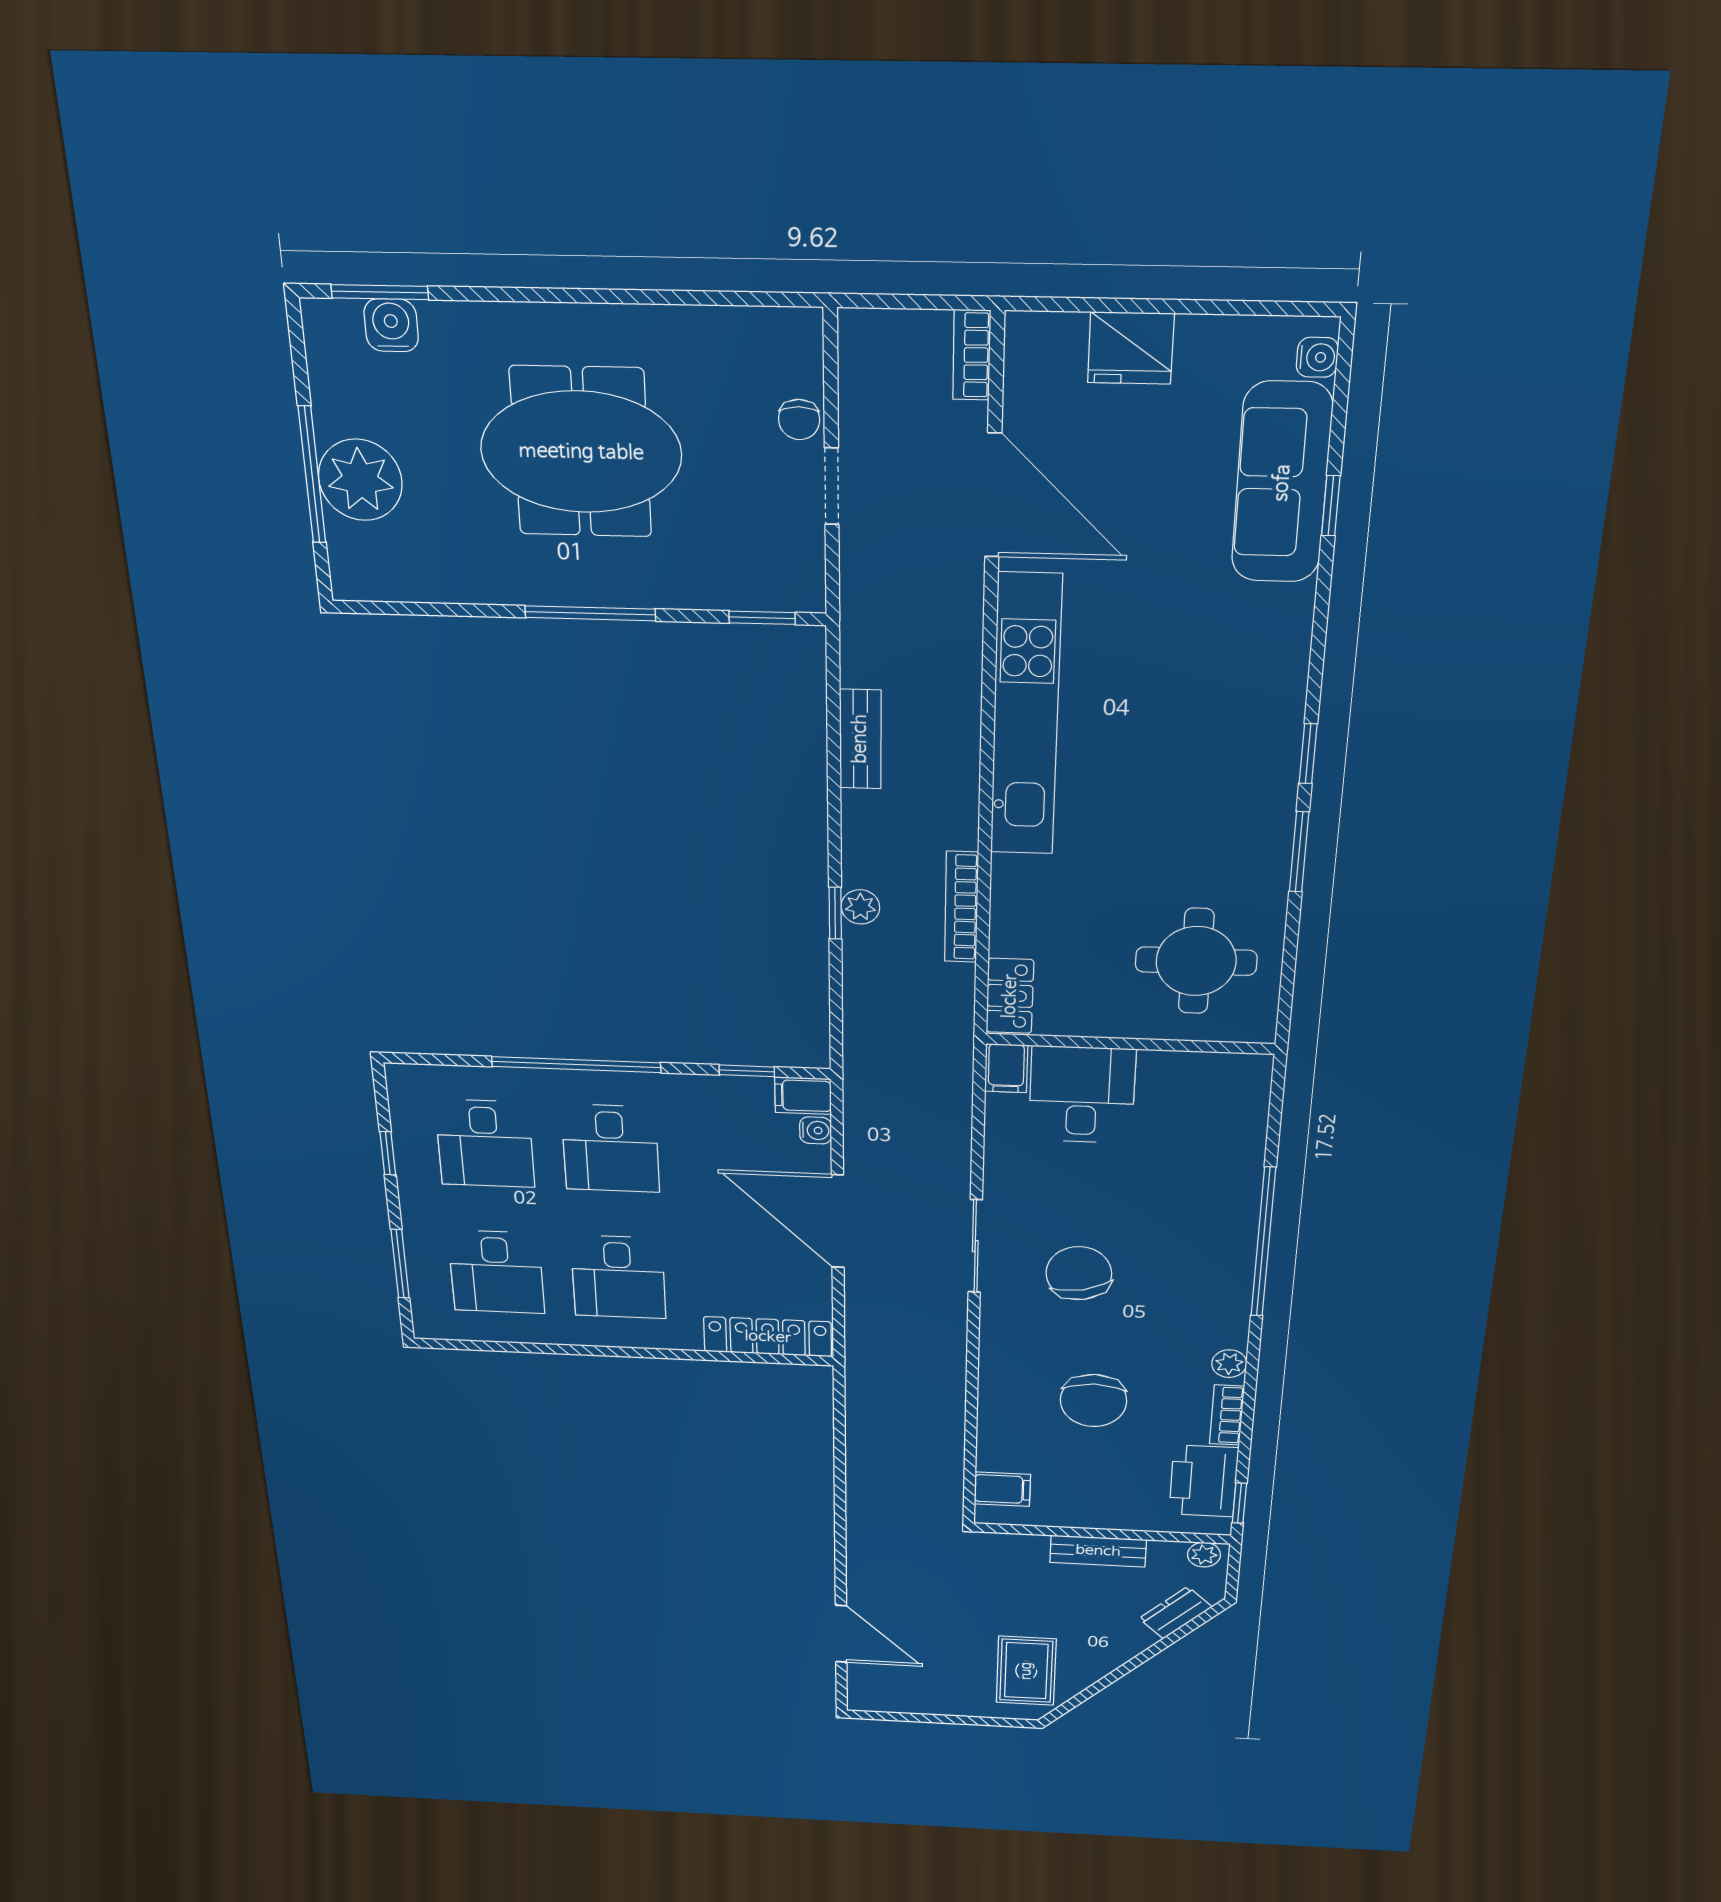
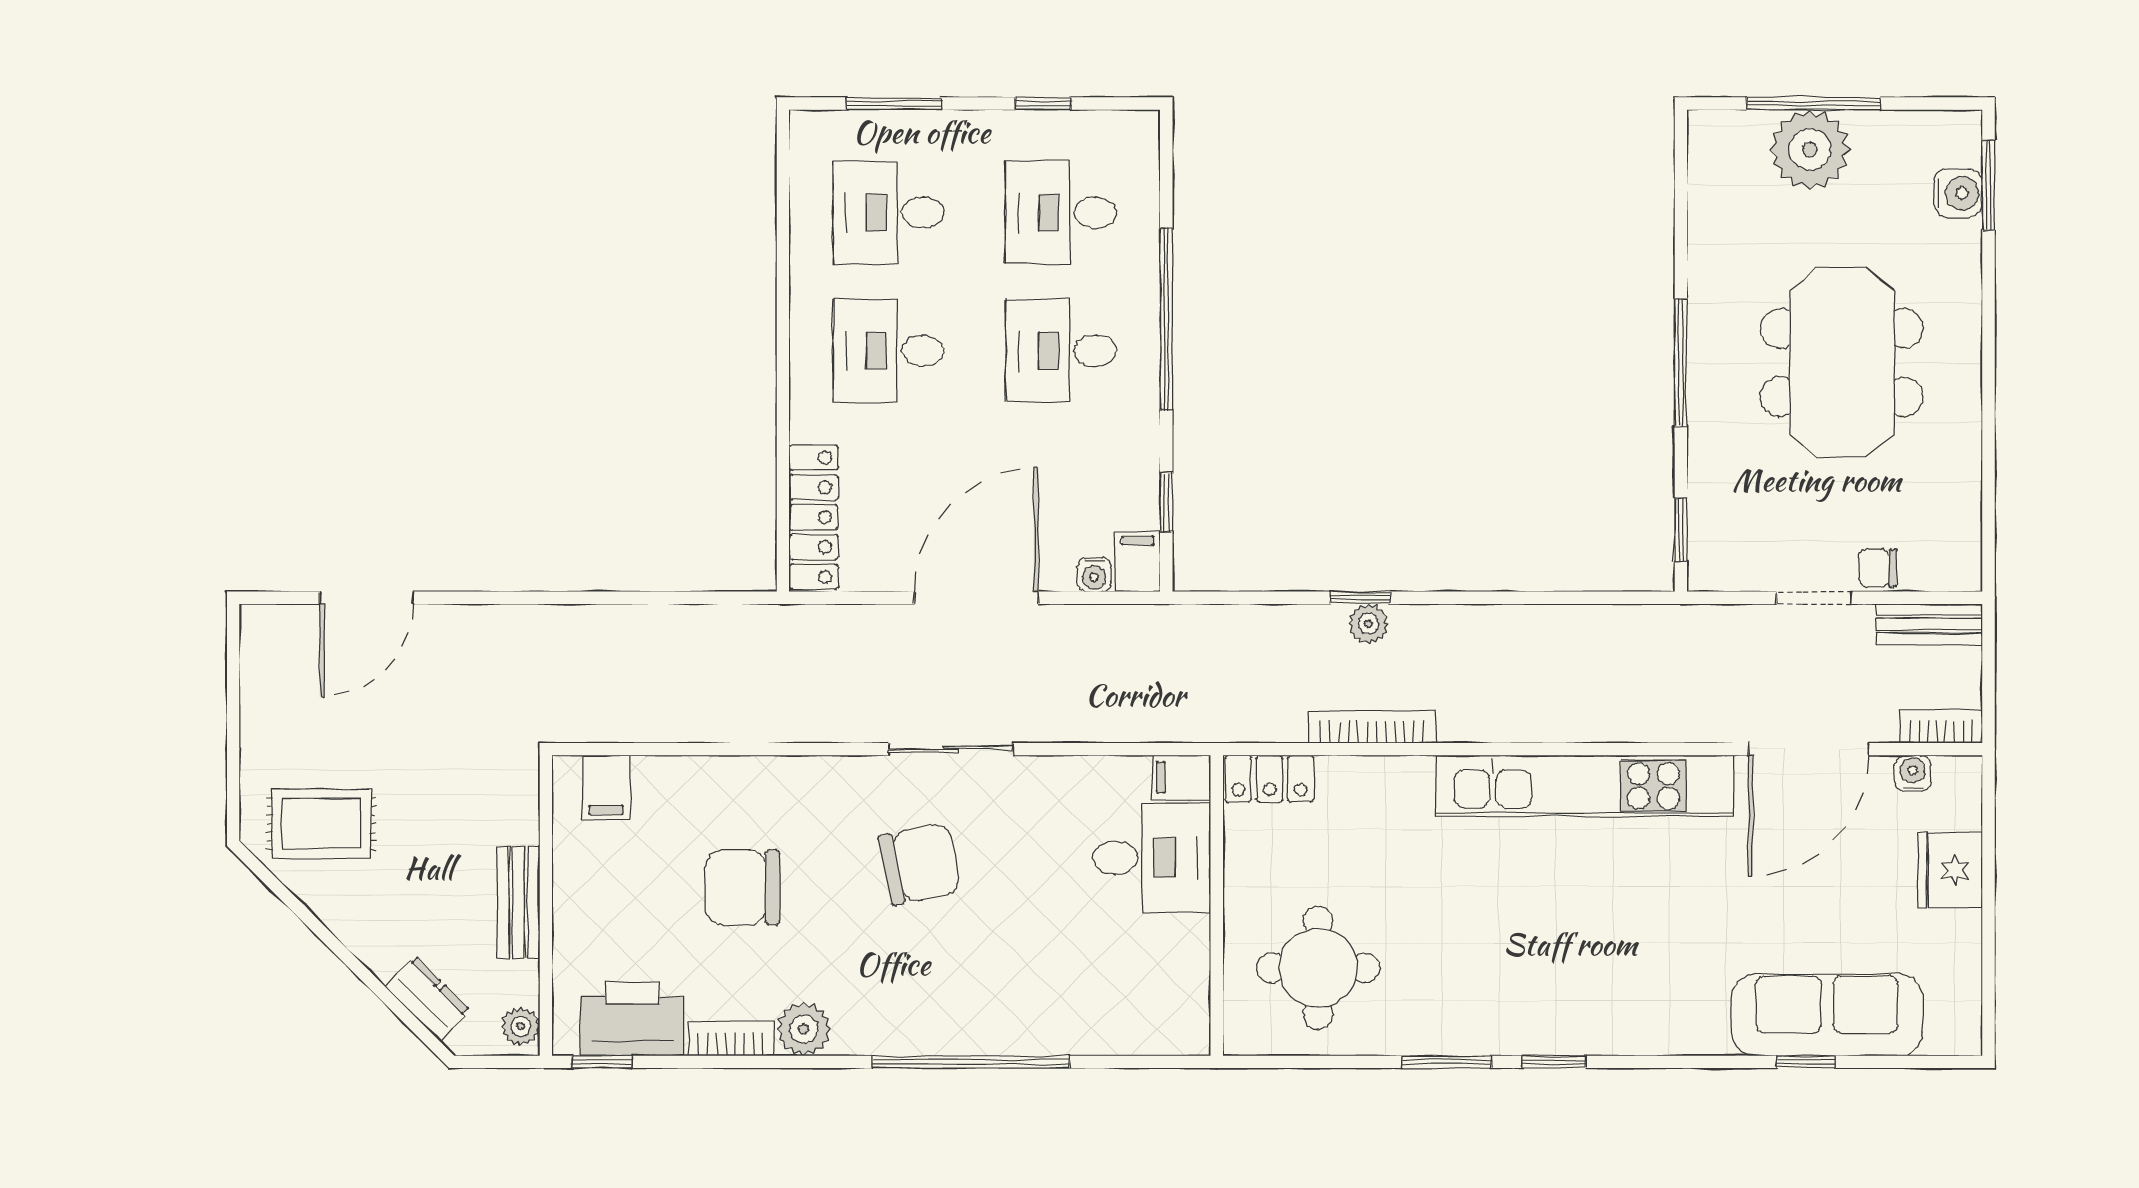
water cooler: (1317, 357) -> (1913, 773), moved, turned 180
bench: (860, 739) -> (1929, 624), moved
plant: (1229, 1364) -> (804, 1029), width x1.38, depth x1.38

